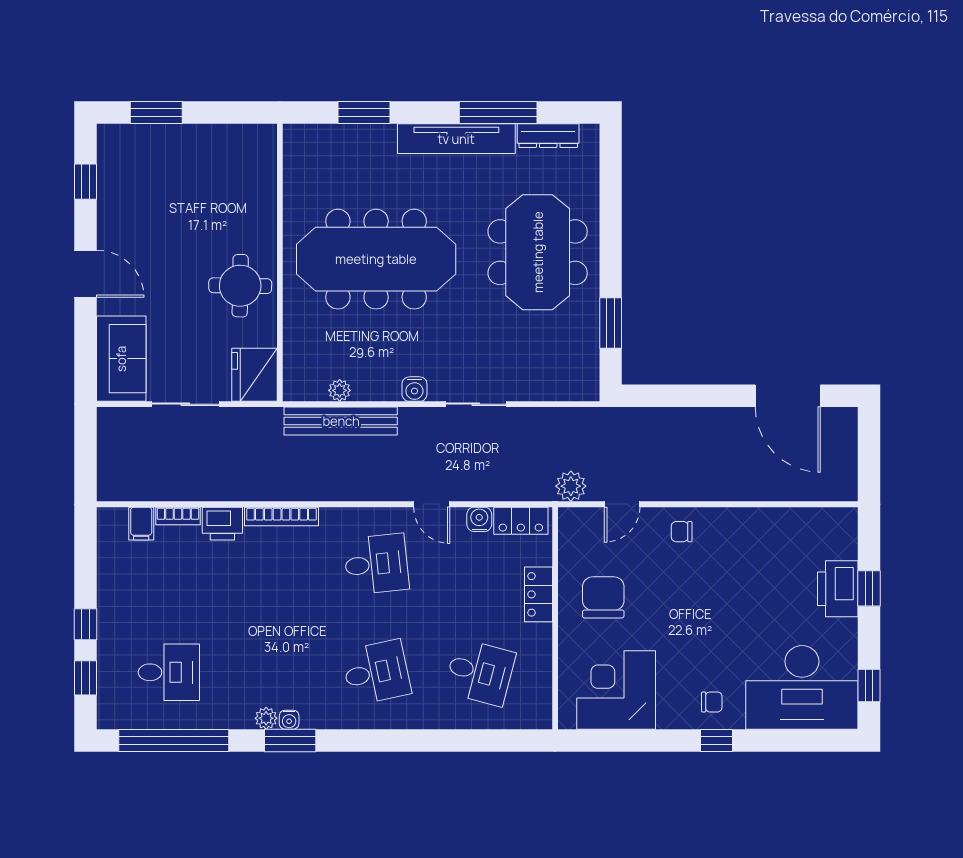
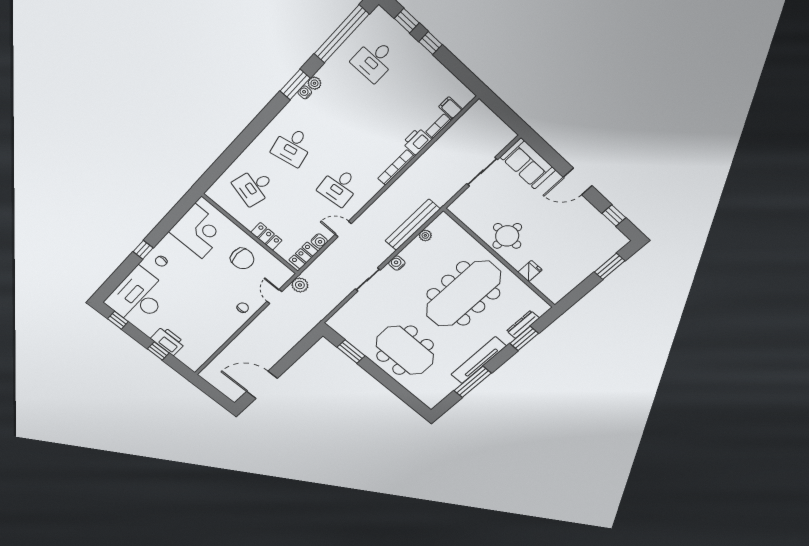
dresser: (548, 136) -> (523, 324), moved
fridge: (255, 375) -> (530, 271), moved, width x0.53, depth x0.75

